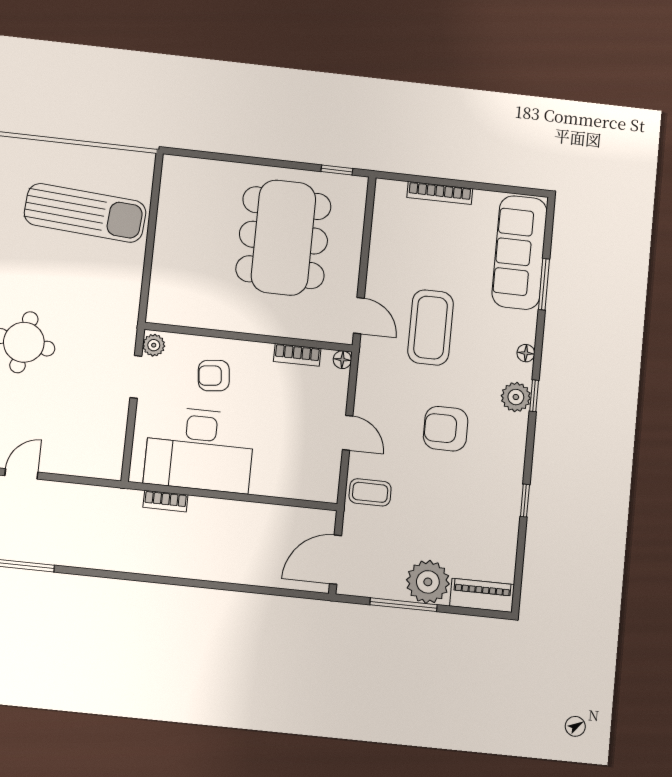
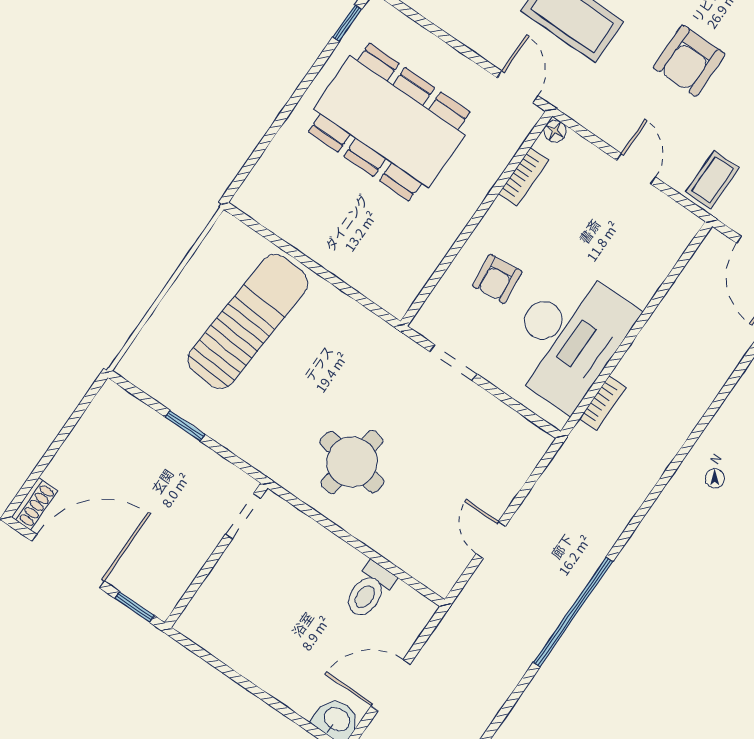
door: (359, 316) -> (517, 87), hinge flipped
plant: (154, 345) -> (430, 325), removed
door: (348, 433) -> (636, 169), hinge flipped

